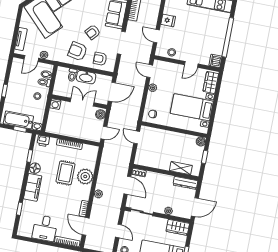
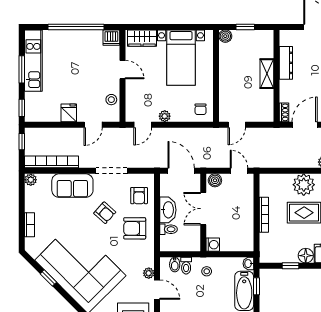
armchair: (78, 51) -> (135, 228), turned 79
printer: (43, 141) -> (266, 251), removed
shelving: (181, 168) -> (267, 74), moved
dresser: (185, 183) -> (286, 63), moved

